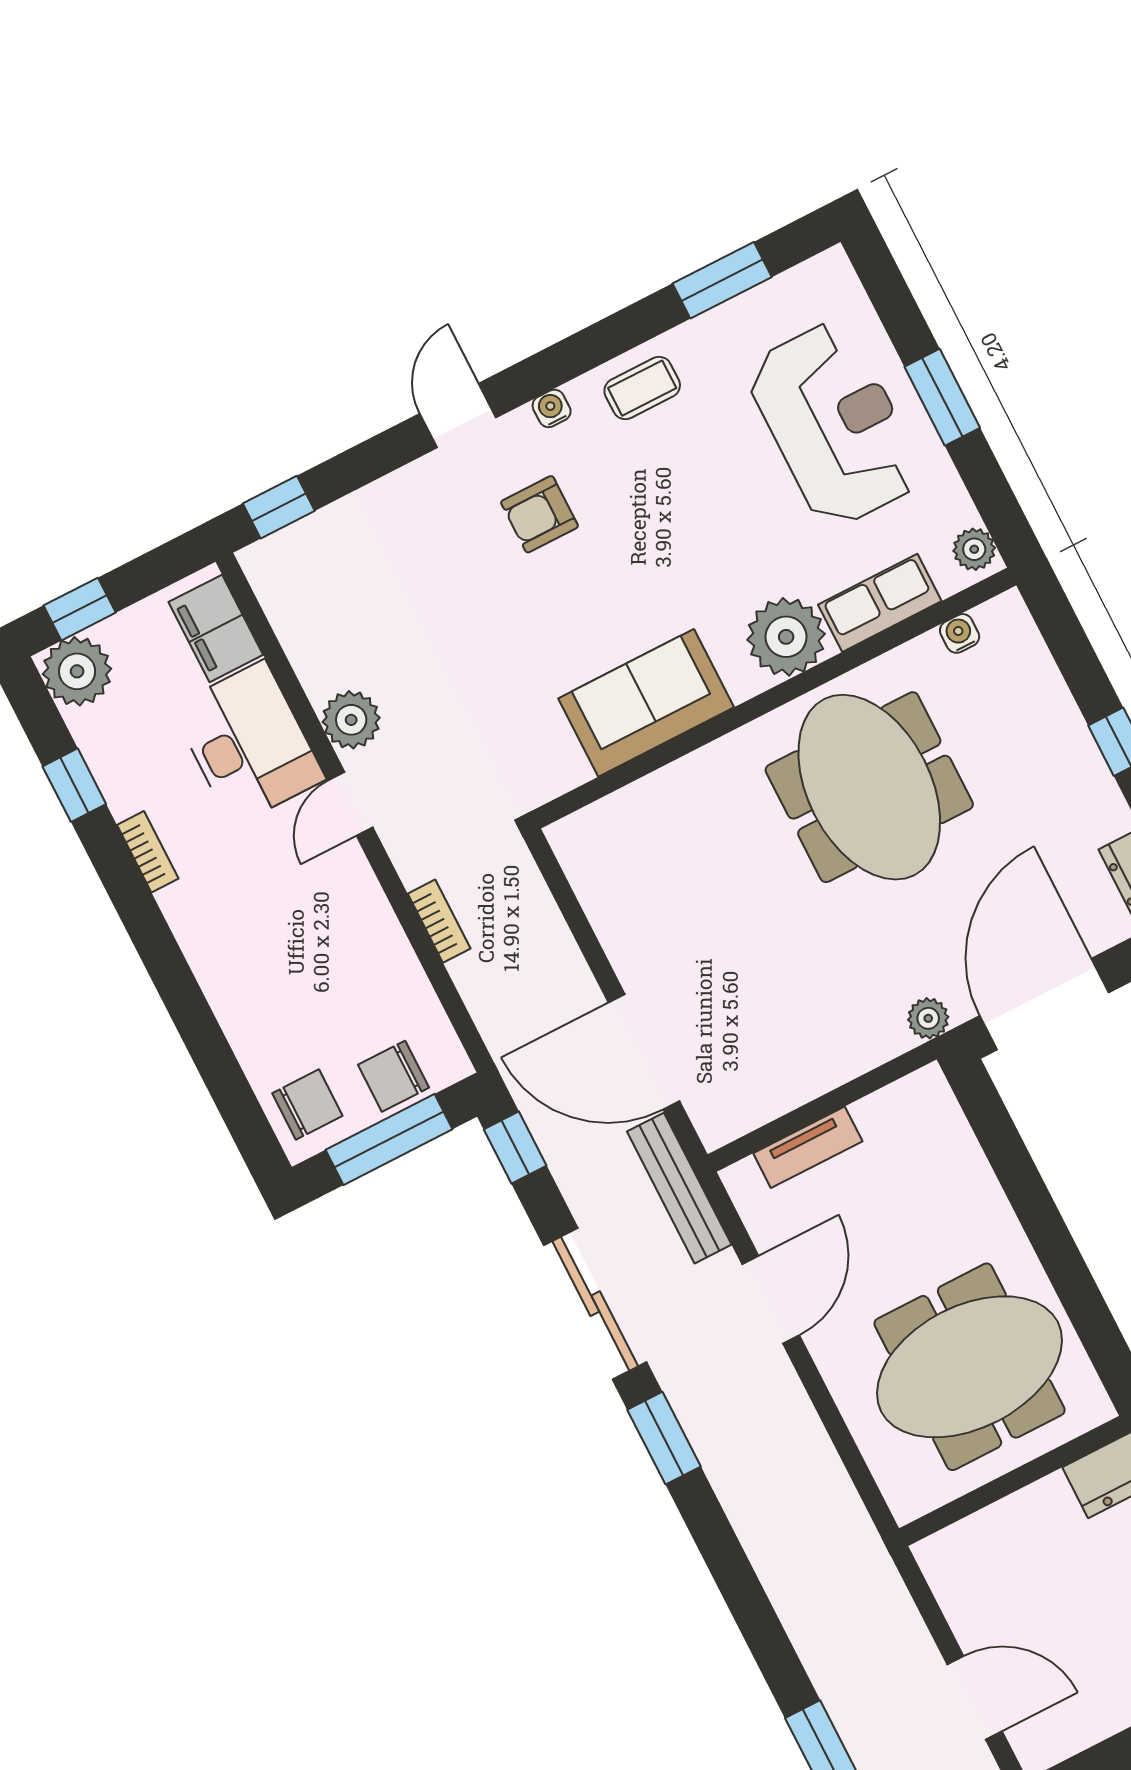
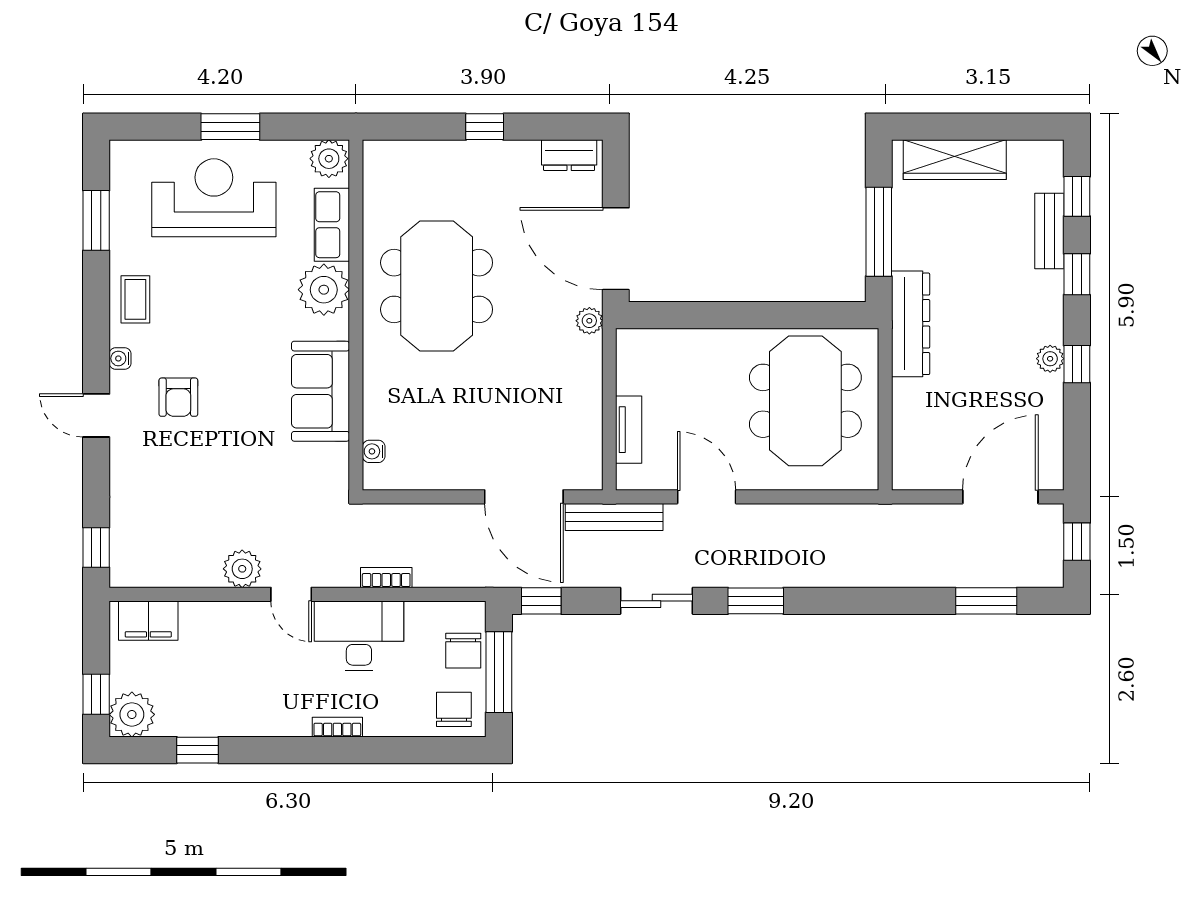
plant: (974, 549) -> (329, 159), width x1.38, depth x1.38
water cooler: (960, 633) -> (374, 451), moved
desk: (248, 743) -> (359, 636), moved
meeting table: (869, 787) -> (437, 286), turned 90
bookcase: (148, 852) -> (337, 727), moved
door: (644, 1052) -> (524, 497), hinge flipped
sliding door: (595, 1304) -> (656, 601), width x0.73
door: (975, 1698) -> (1000, 497), width x1.36

